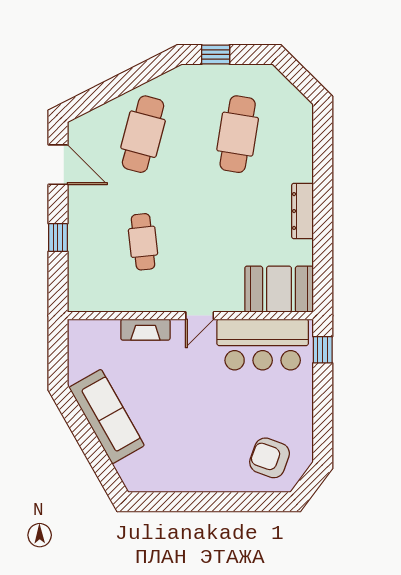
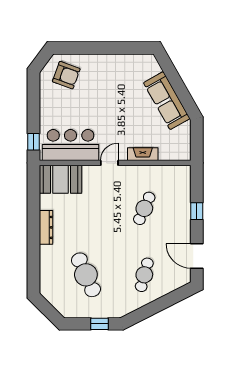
cafe table: (143, 134) -> (144, 275), width x0.73, depth x0.74
cafe table: (238, 134) -> (86, 275), turned -33
cafe table: (143, 242) -> (144, 208), turned 30

